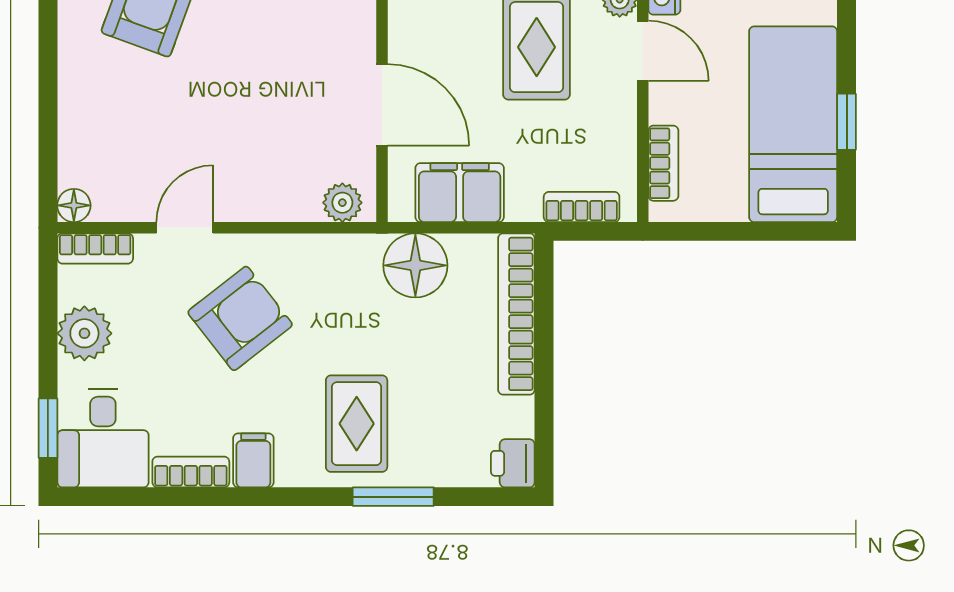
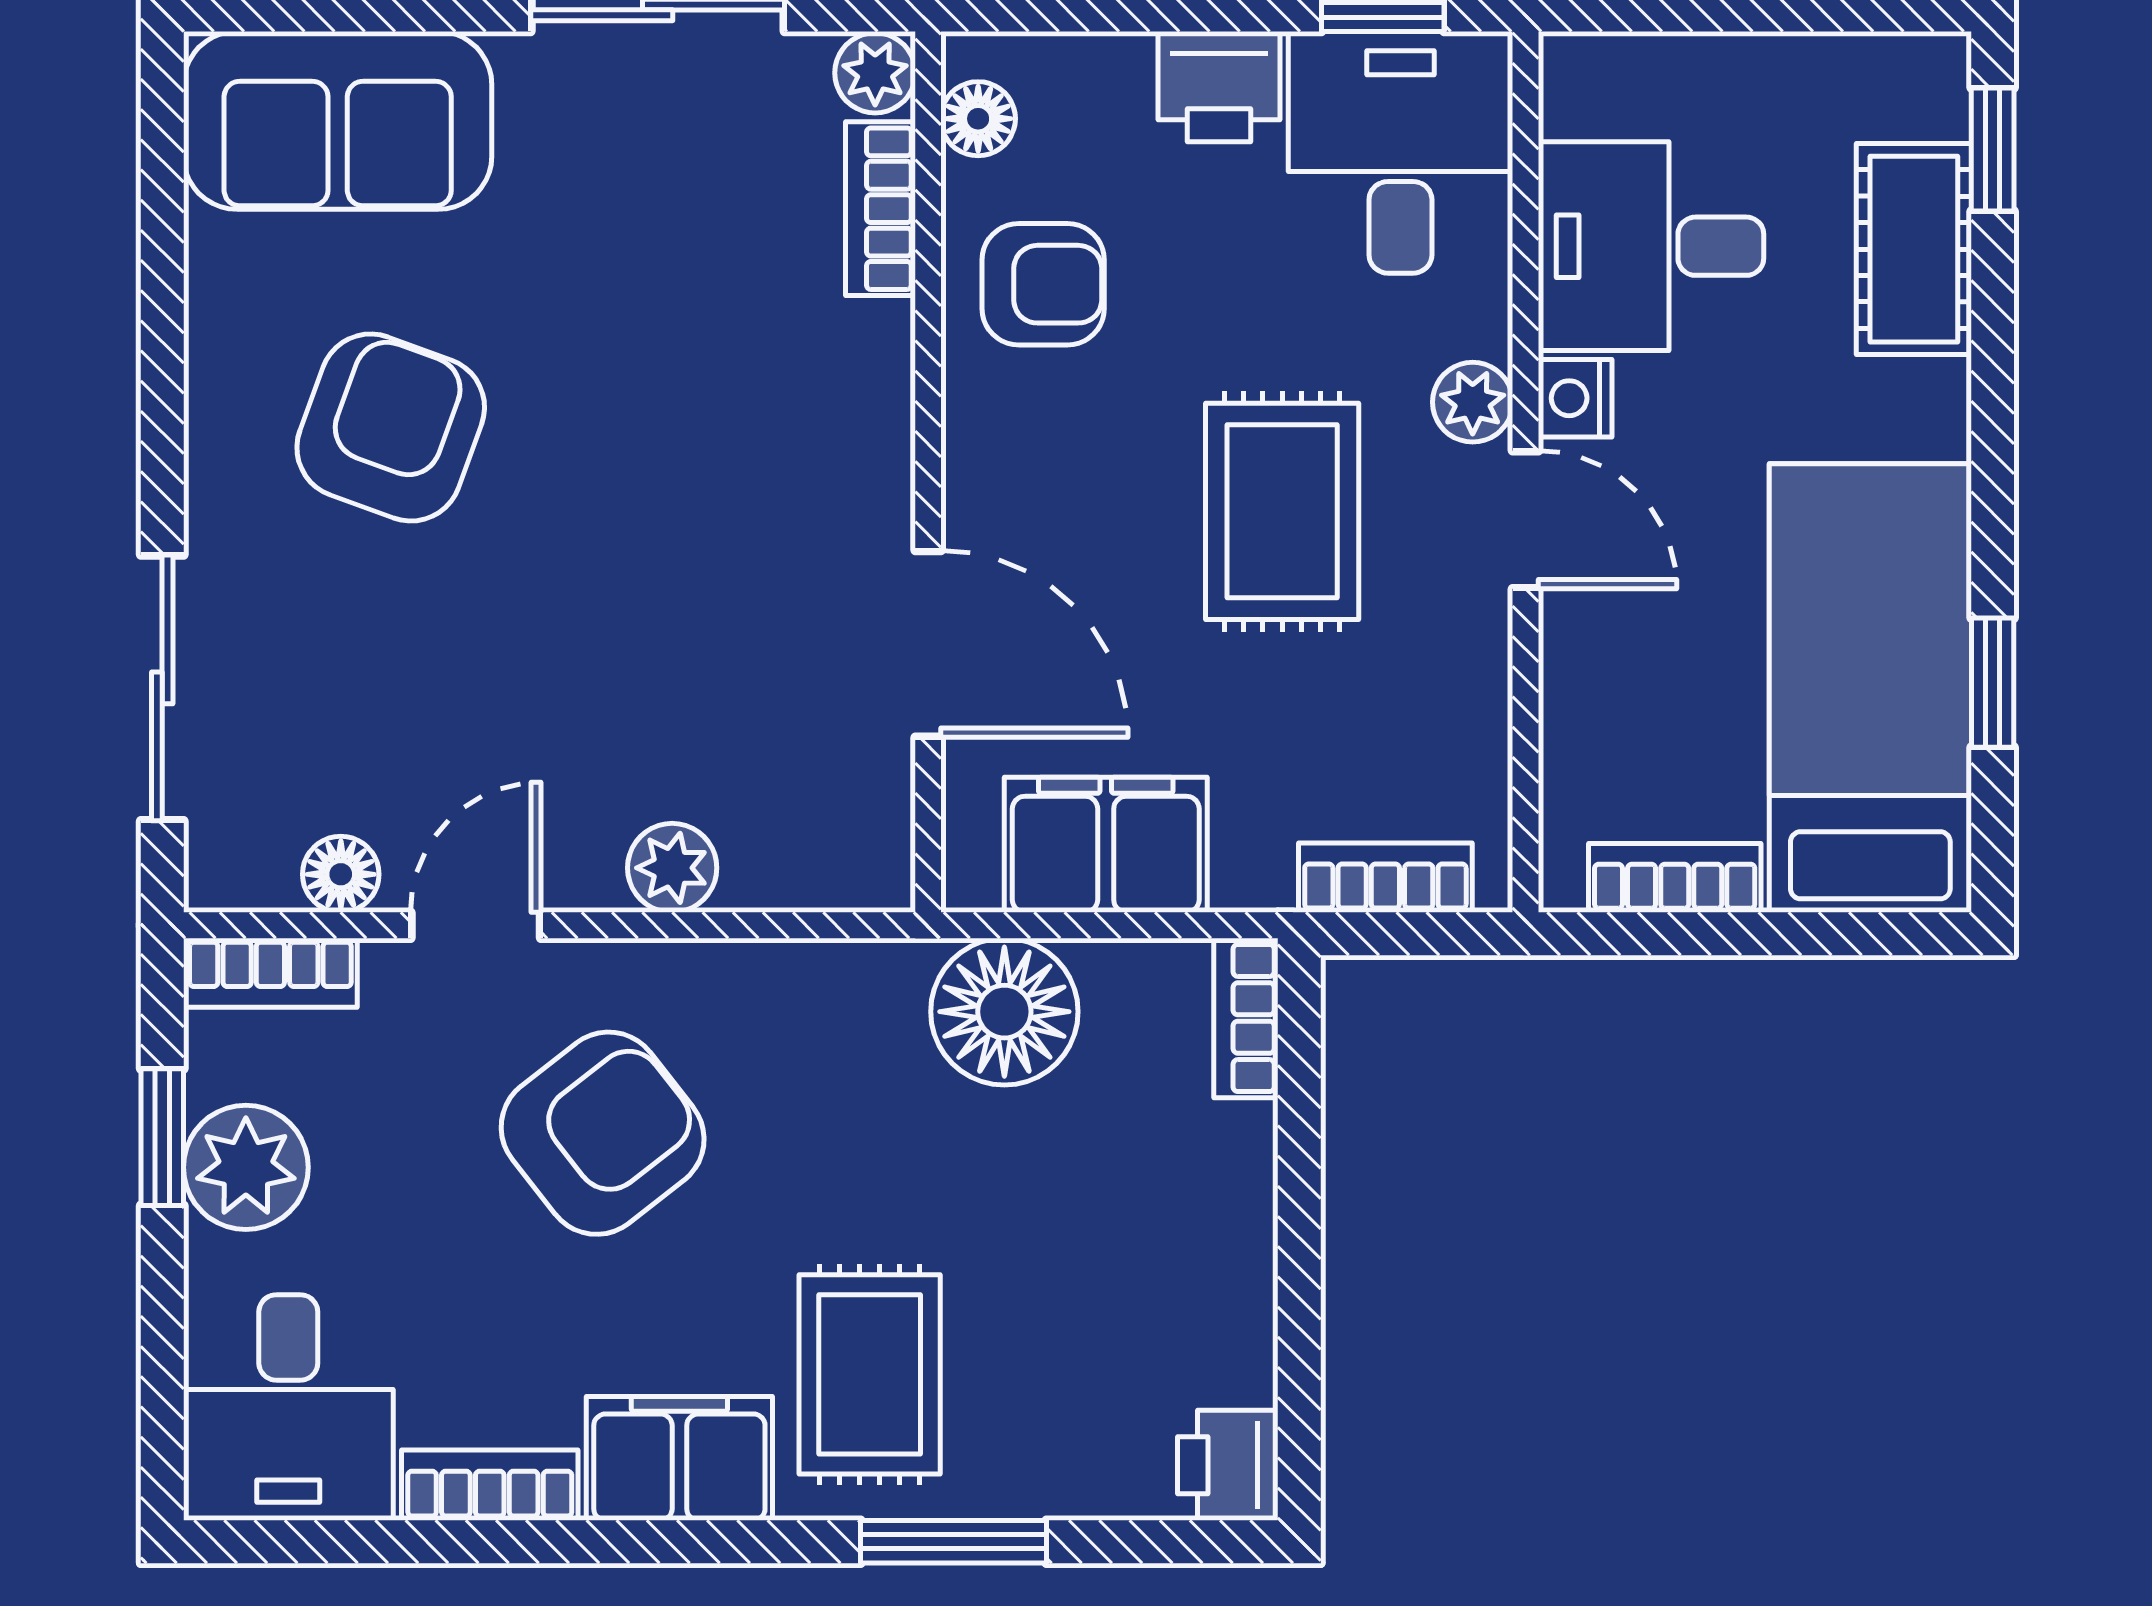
sliding door: (48, 124) -> (162, 688), added
bookcase: (663, 163) -> (1675, 878), moved, turned -90
plant: (342, 203) -> (672, 868), moved
floor lamp: (74, 205) -> (341, 874), moved
bookcase: (516, 314) -> (1246, 1018), width x0.43, depth x0.76
window: (48, 428) -> (162, 1137), moved
filing cabinet: (253, 460) -> (679, 1458), width x2.00

